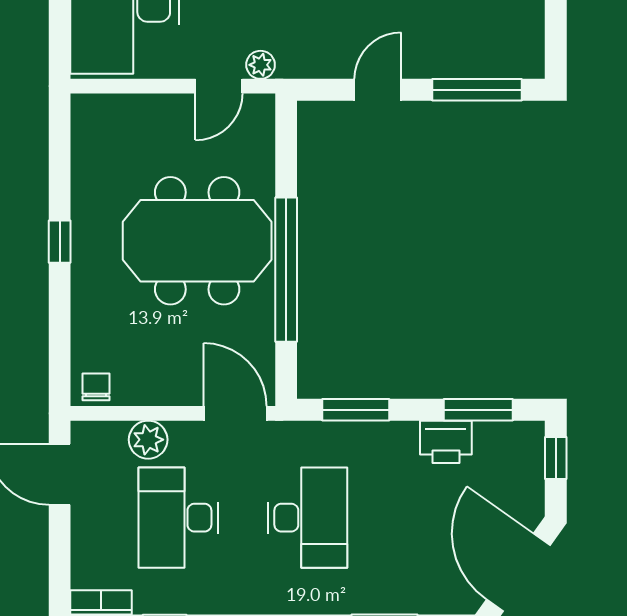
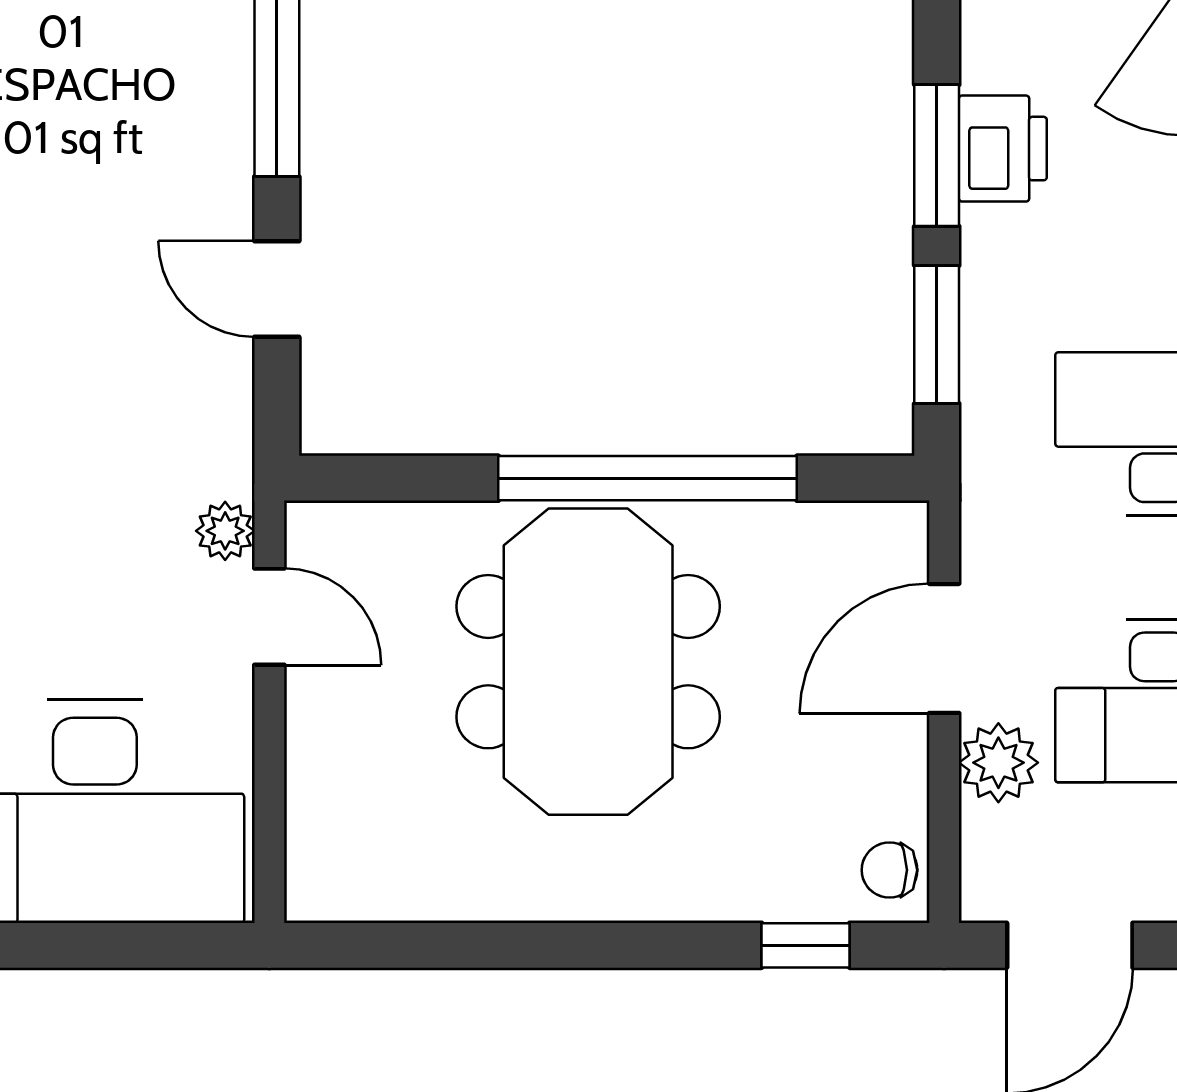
window: (60, 242) -> (806, 945), moved
window: (478, 410) -> (937, 155), moved
door: (235, 413) -> (944, 648), moved

